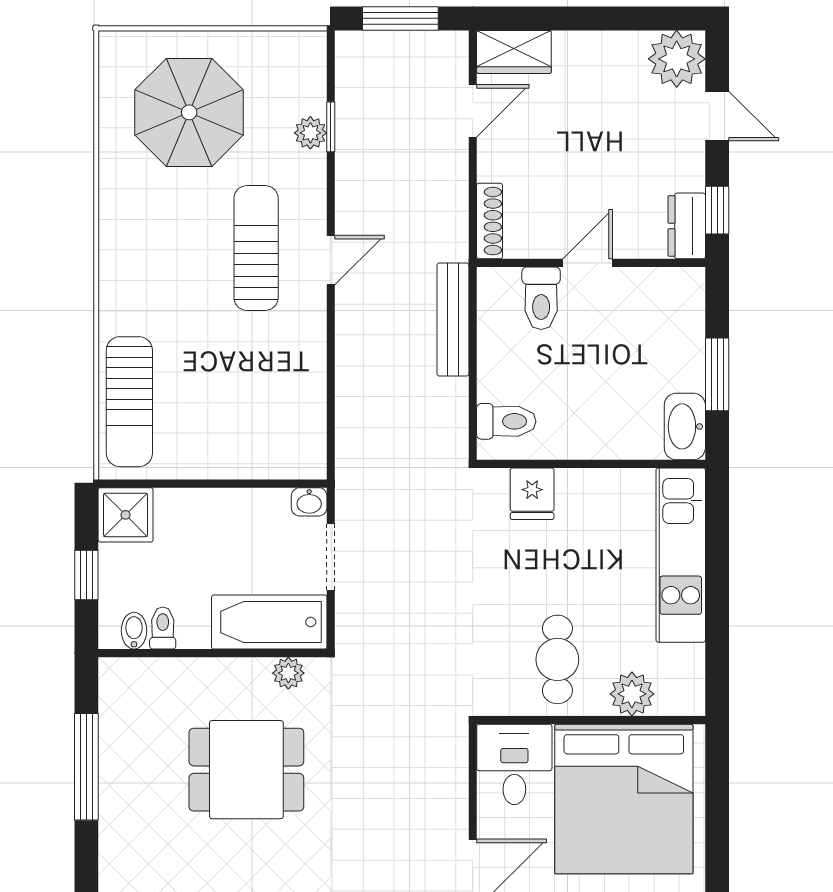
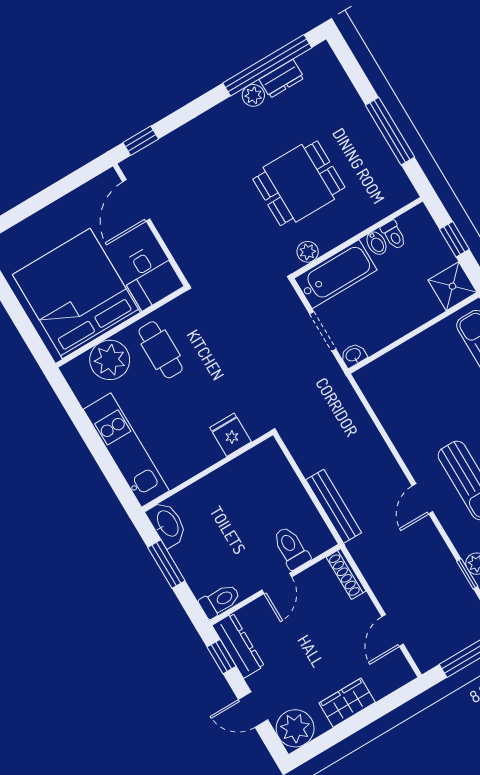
wardrobe: (514, 52) -> (347, 703), moved
dresser: (687, 226) -> (238, 646), width x1.44
toilet: (506, 421) -> (220, 601), moved, turned 180
bidet: (134, 631) -> (376, 243), moved
plant: (632, 694) -> (110, 360), width x1.36, depth x1.36

